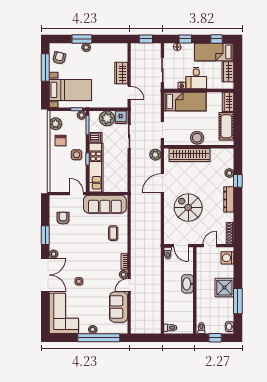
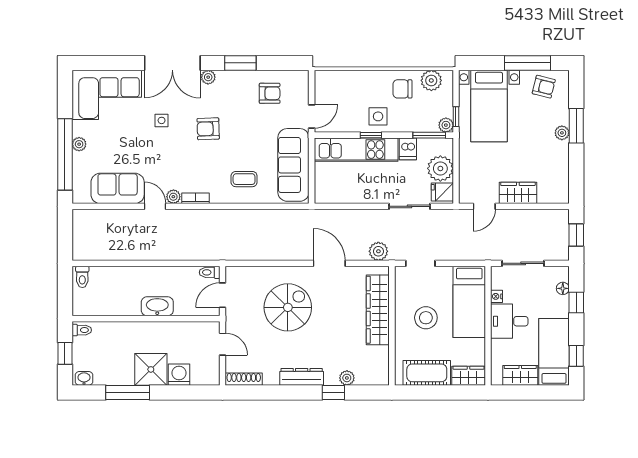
stool: (197, 138) -> (426, 318), moved
armchair: (84, 254) -> (208, 129), added
washing machine: (227, 258) -> (179, 375), moved

